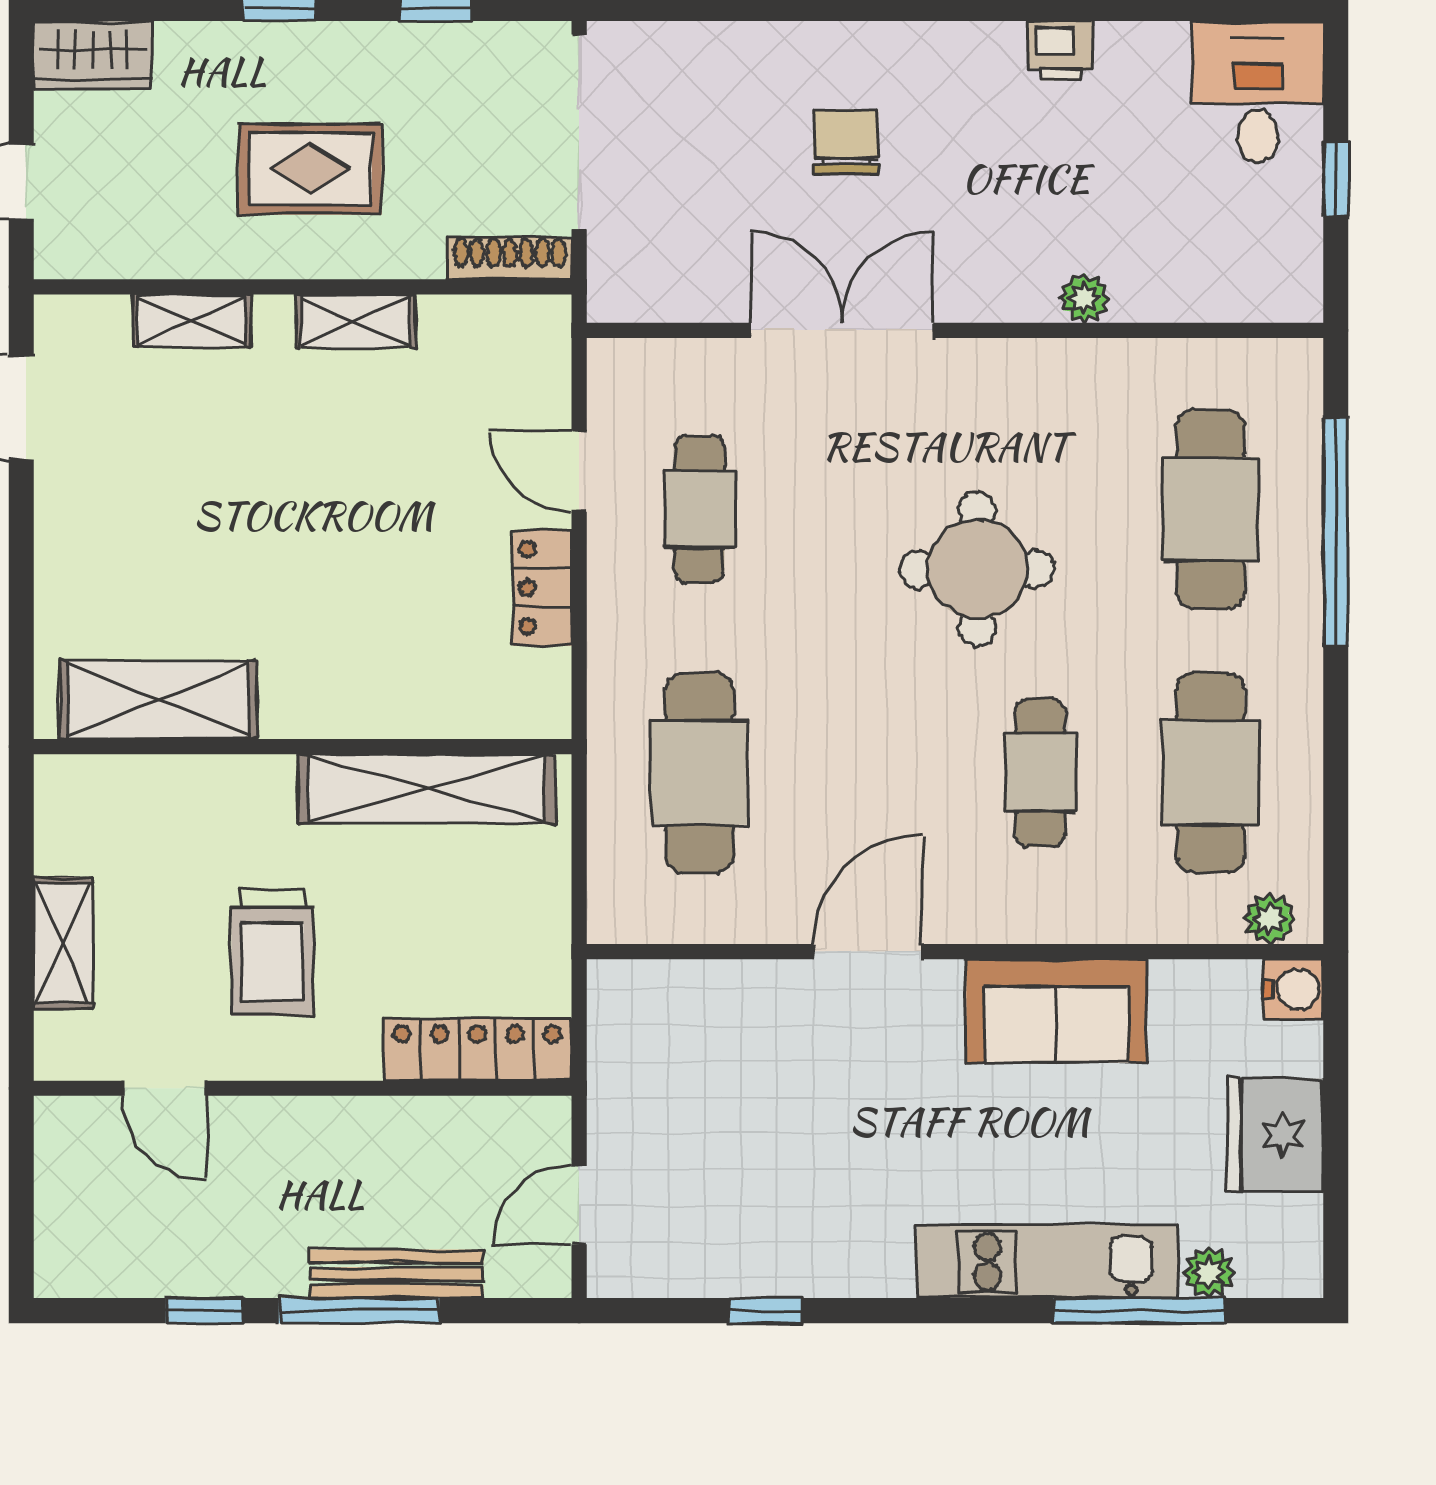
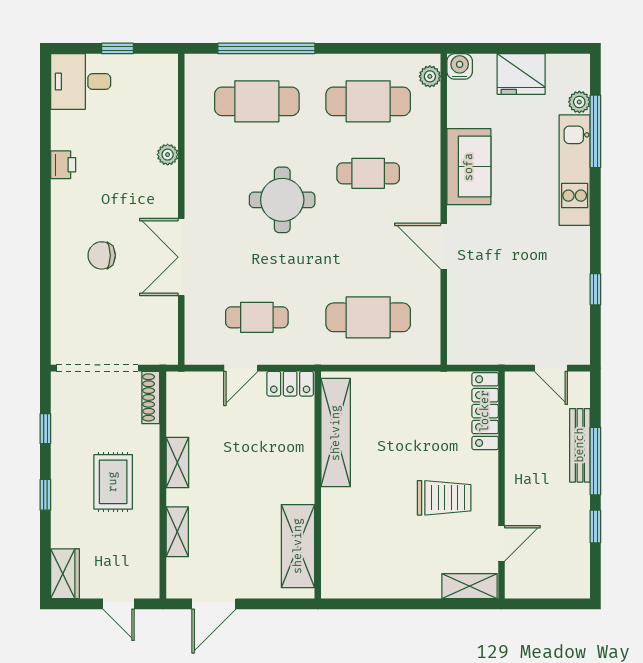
shelving: (158, 700) -> (298, 546), moved
wall: (303, 747) -> (318, 485), moved
shelving: (427, 789) -> (336, 433), moved
shelving: (63, 943) -> (470, 586), moved

